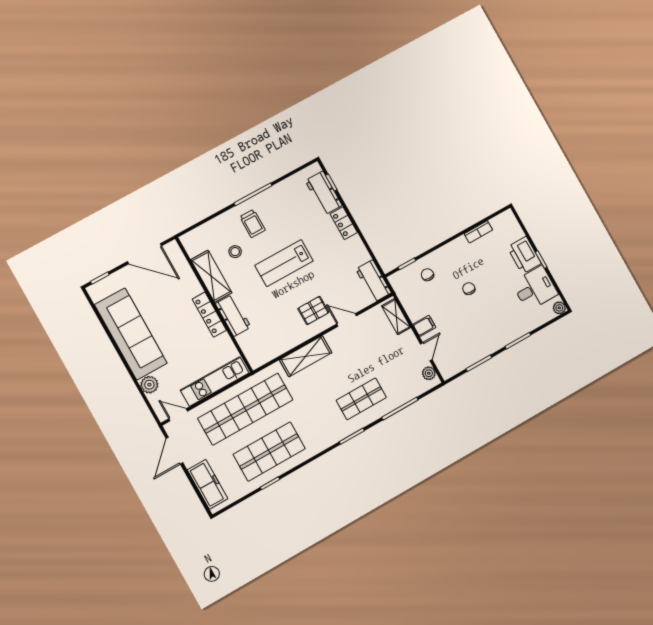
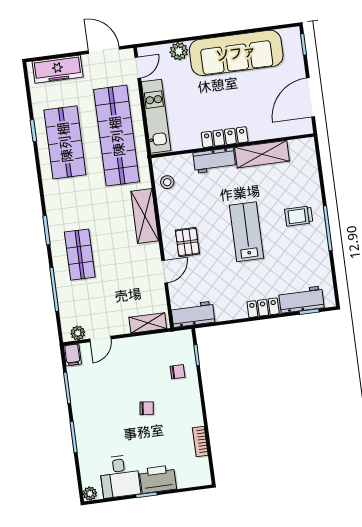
stool: (235, 252) -> (167, 182), moved
filing cabinet: (424, 326) -> (72, 355), moved
door: (426, 352) -> (100, 339), hinge flipped

